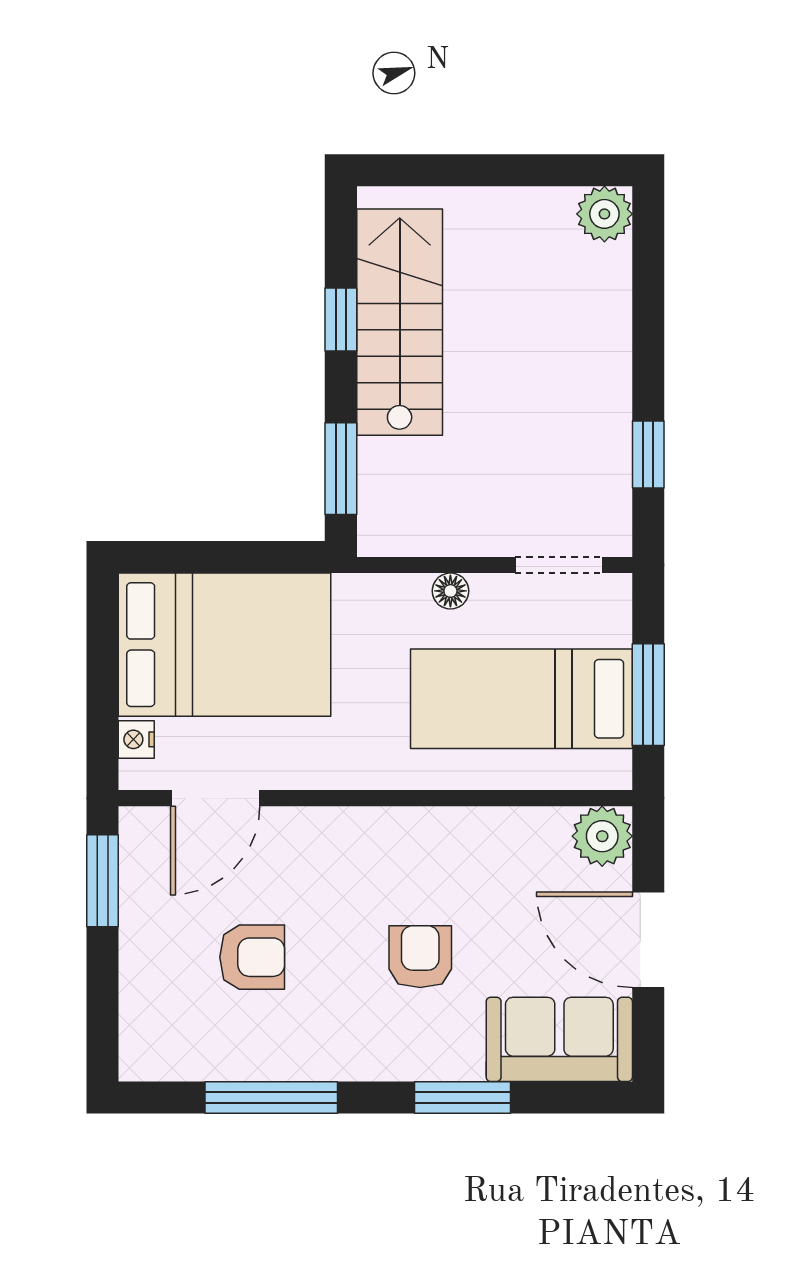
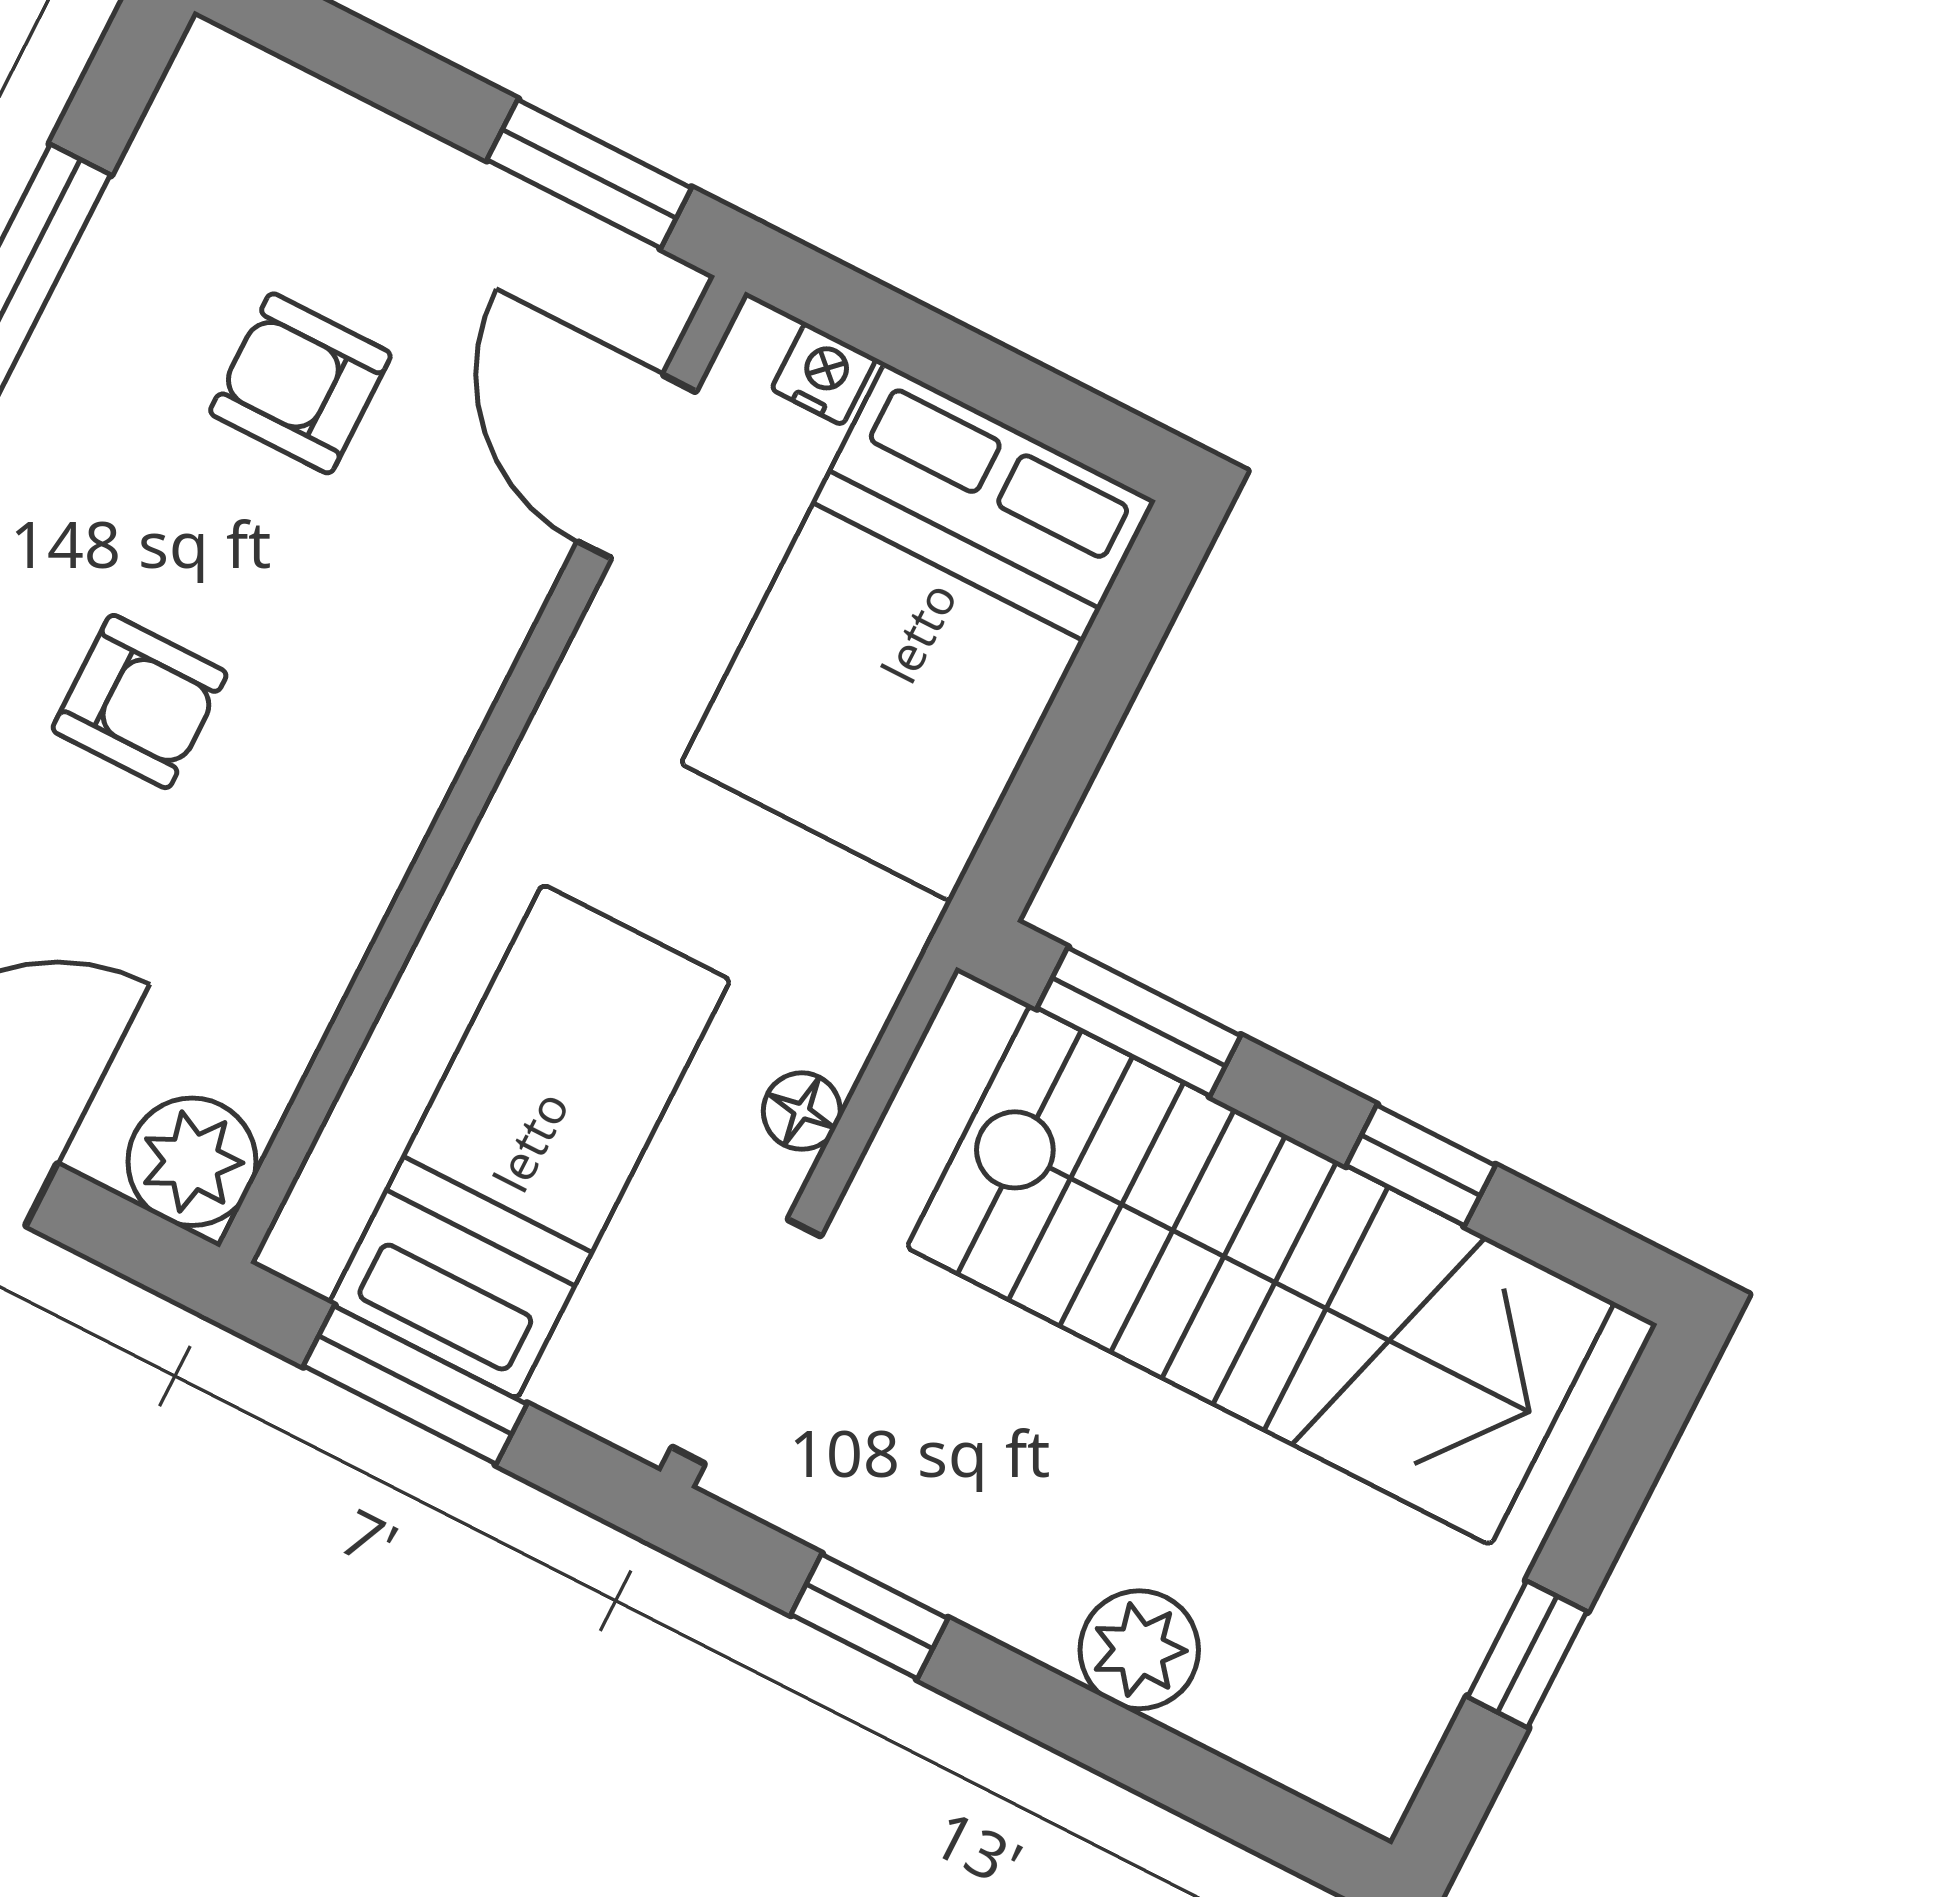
window: (523, 170) -> (1527, 1654), added
plant: (604, 214) -> (1139, 1650), moved
stairs: (400, 322) -> (1260, 1275), width x1.36, depth x1.51
doorway: (559, 565) -> (746, 1342), width x1.38
armchair: (252, 957) -> (300, 383), turned 90

